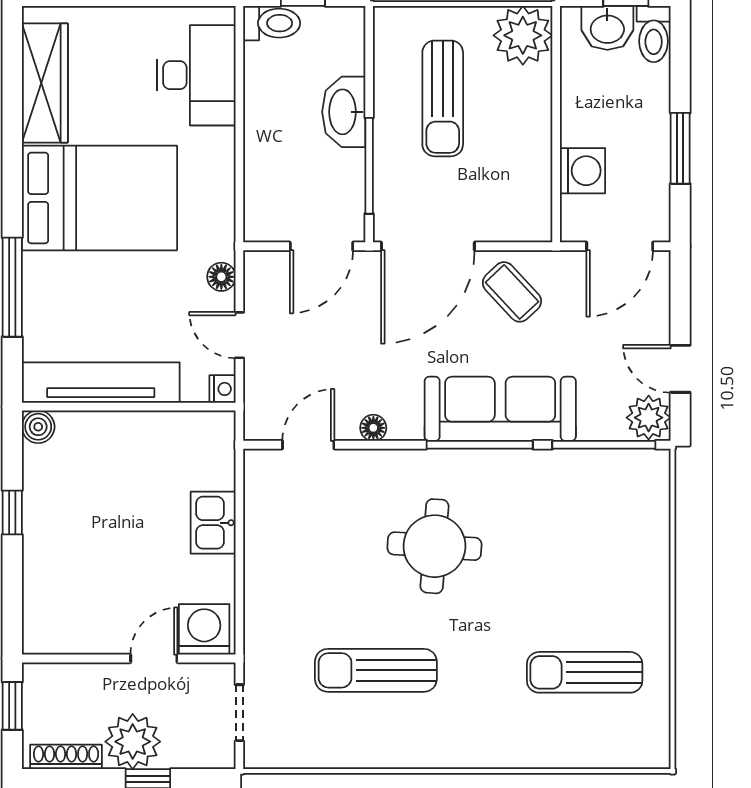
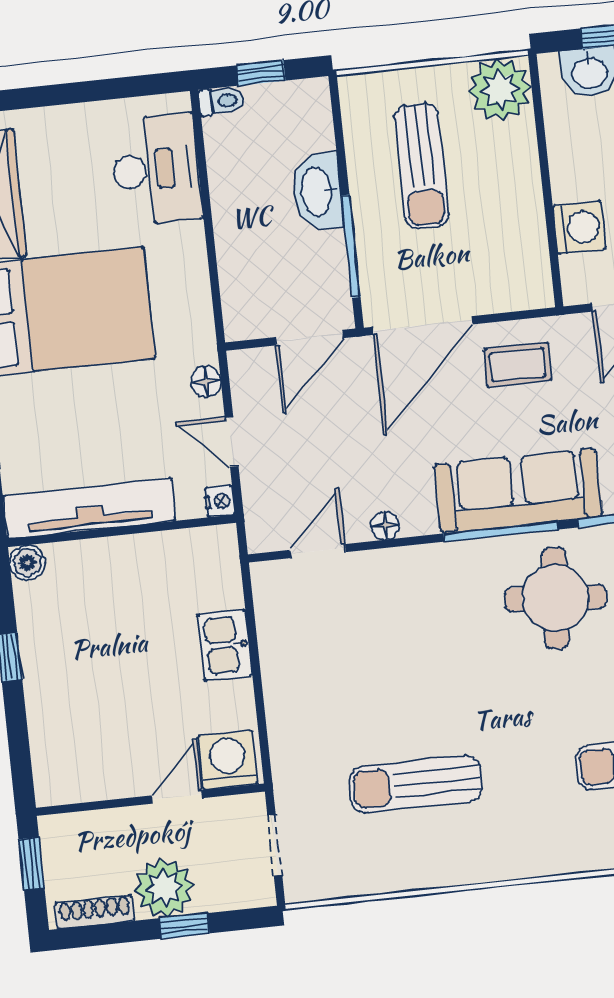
toilet: (272, 23) -> (221, 101), width x0.73, depth x0.72
coffee table: (512, 292) -> (518, 365), turned -47
round table: (434, 546) -> (555, 598), moved

